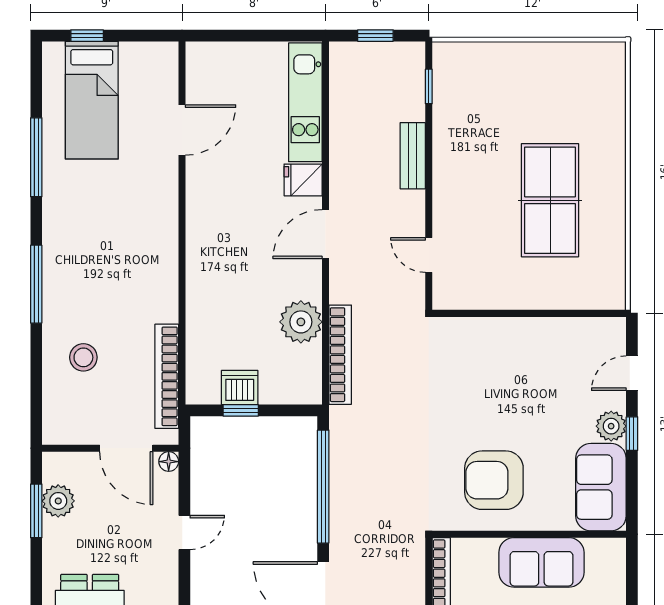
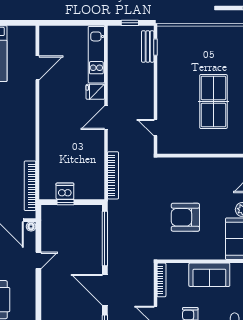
bench: (413, 156) -> (148, 46), moved
plant: (301, 322) -> (94, 160), removed
armchair: (494, 480) -> (185, 217), moved

